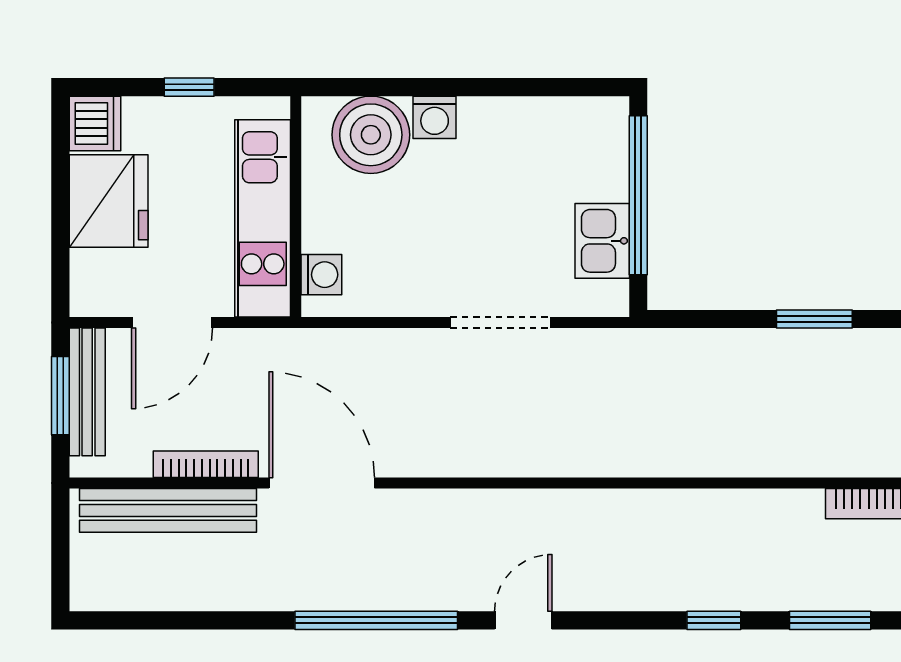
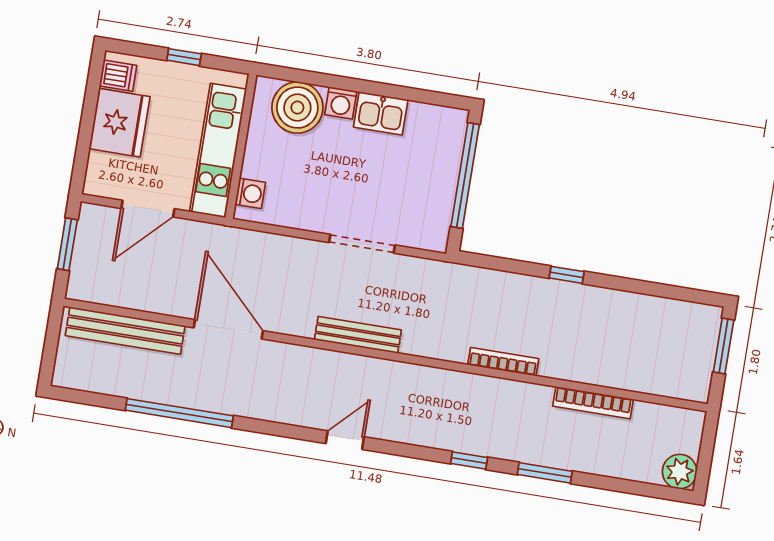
dishwasher: (95, 123) -> (118, 76), width x0.73
kitchen sink: (602, 241) -> (381, 113), moved, turned -90
window: (814, 319) -> (567, 275), width x0.67
bench: (87, 392) -> (358, 335), moved, turned 90
bookcase: (206, 464) -> (503, 362), moved
window: (376, 620) -> (179, 413), moved

